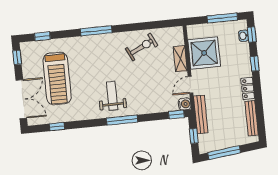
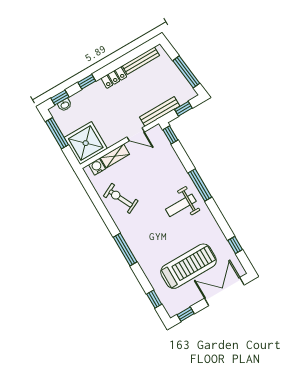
shower: (204, 53) -> (86, 143), moved
water cooler: (185, 104) -> (97, 167), moved

